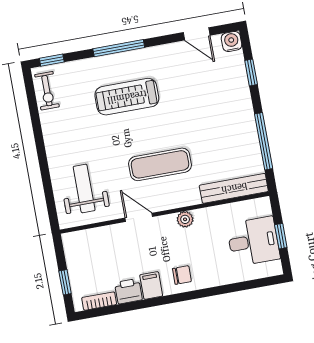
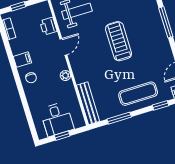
treadmill: (127, 97) -> (119, 41), moved
window: (264, 141) -> (119, 118), width x0.69
exercise mat: (160, 164) -> (138, 94), moved, turned 90
printer: (128, 291) -> (48, 26), moved, turned 180

